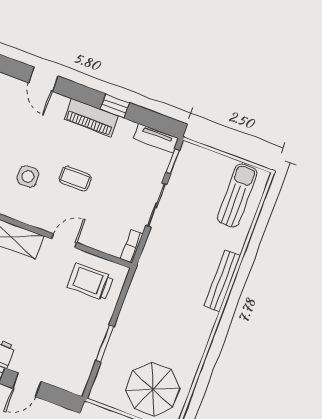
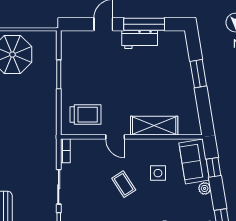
coffee table: (75, 179) -> (124, 184), turned 57
door: (64, 241) -> (115, 137), hinge flipped

